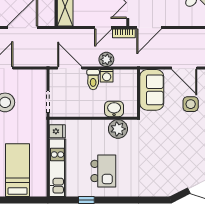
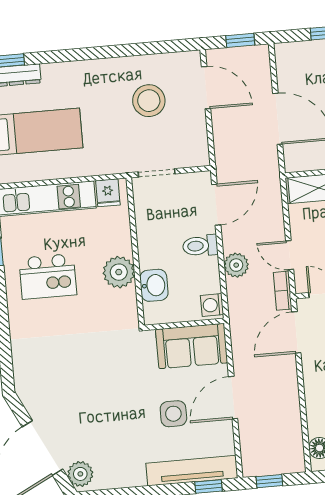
door: (149, 28) -> (296, 332), hinge flipped
washing machine: (107, 76) -> (212, 305), moved
plant: (118, 129) -> (119, 272), moved

